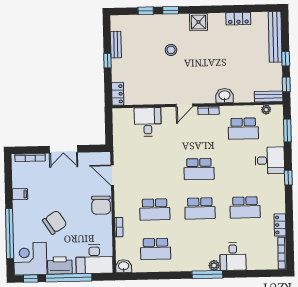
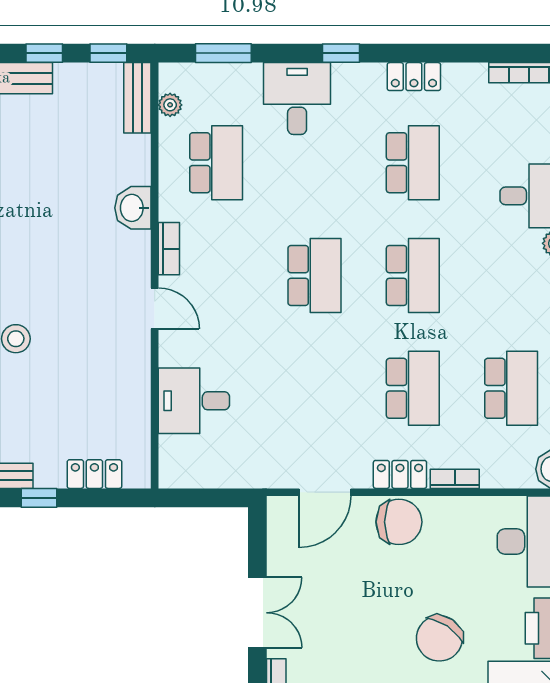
locker: (118, 94) -> (94, 474), moved
locker: (120, 205) -> (400, 474), added
chair: (55, 222) -> (439, 638), turned -113
locker: (280, 225) -> (414, 77), moved

